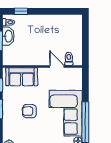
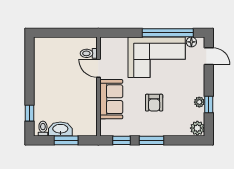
door: (57, 67) -> (98, 68), hinge flipped
sofa: (22, 77) -> (111, 99), moved

